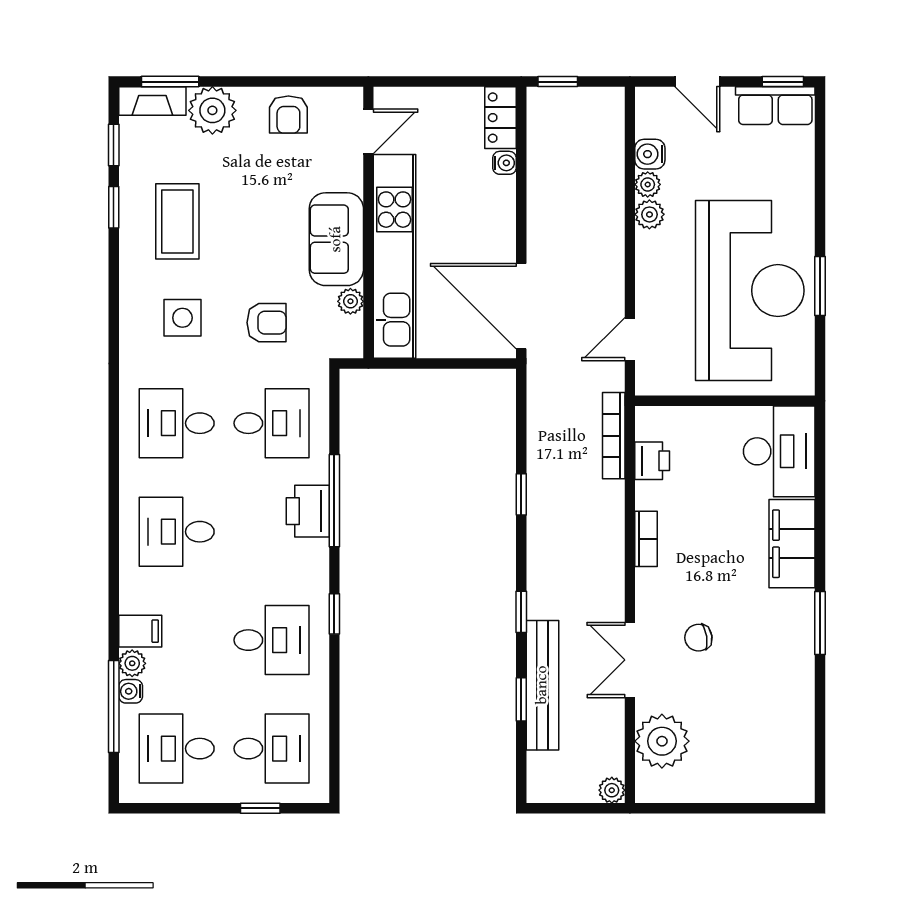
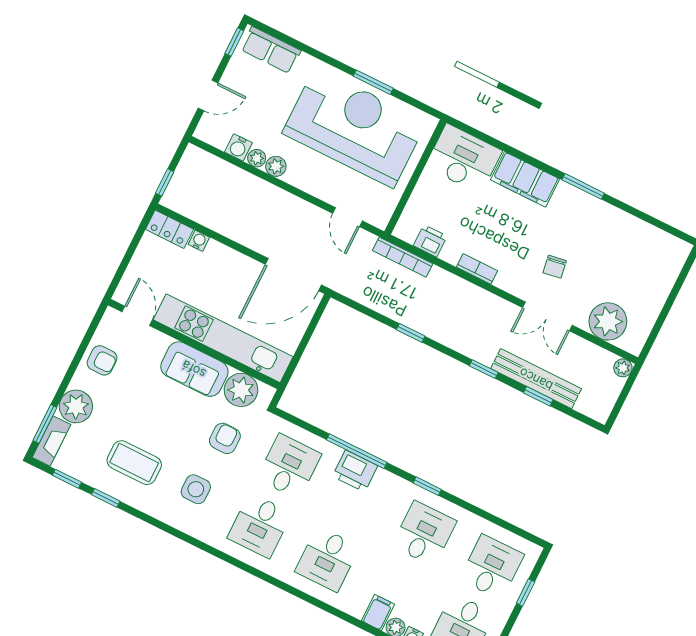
row of seats: (775, 106) -> (271, 50), moved, turned 90
plant: (350, 301) -> (241, 390), width x1.87, depth x1.87

